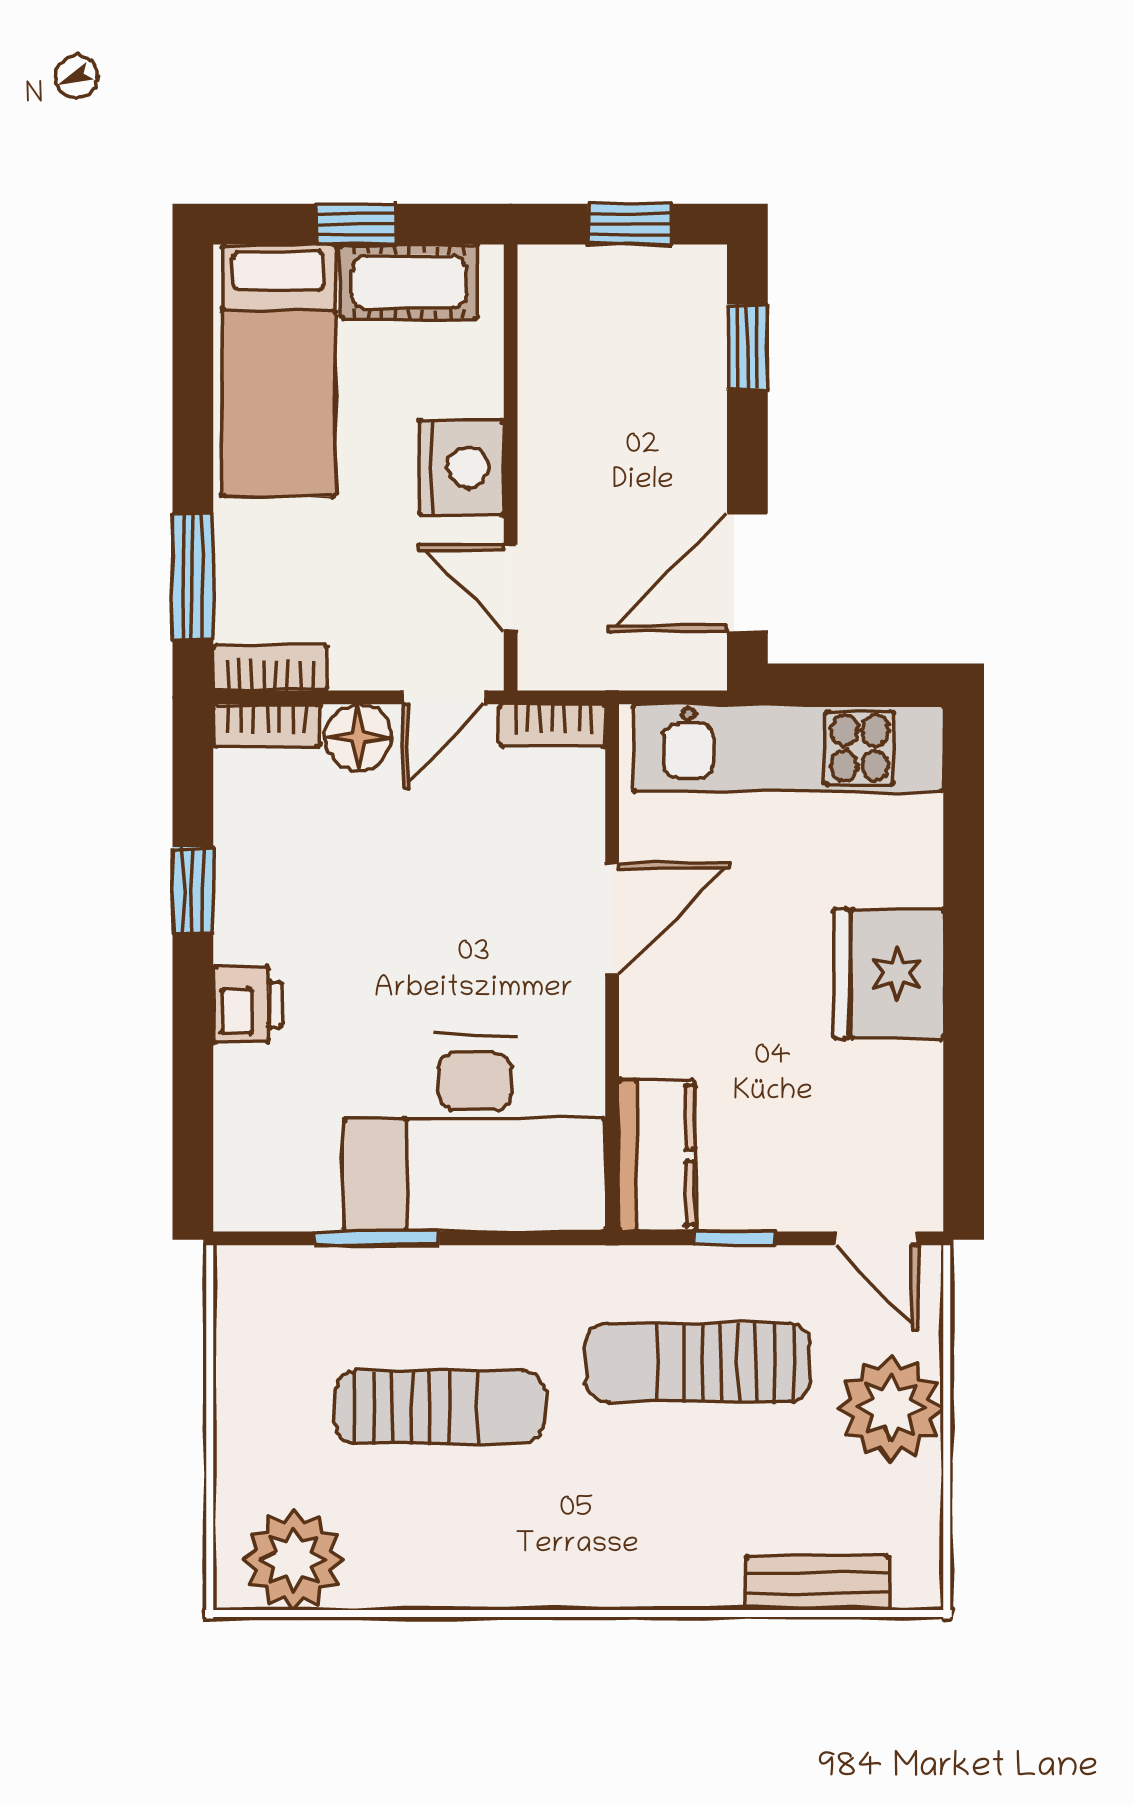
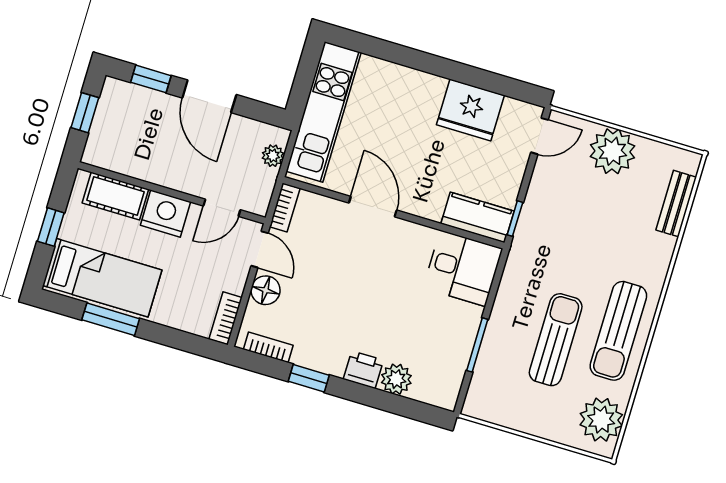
cot: (409, 282) -> (115, 196), moved, turned 90
door: (747, 573) -> (209, 96), moved
window: (193, 577) -> (111, 319), moved
plant: (659, 665) -> (273, 156), added
bookcase: (266, 726) -> (268, 347), moved, turned -90
fridge: (888, 974) -> (470, 110), moved
plant: (249, 1083) -> (396, 379), added
desk: (475, 1134) -> (463, 268), width x0.53, depth x0.77
window: (734, 1238) -> (515, 219), moved
sun lounger: (698, 1362) -> (618, 331), moved

